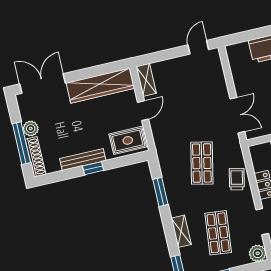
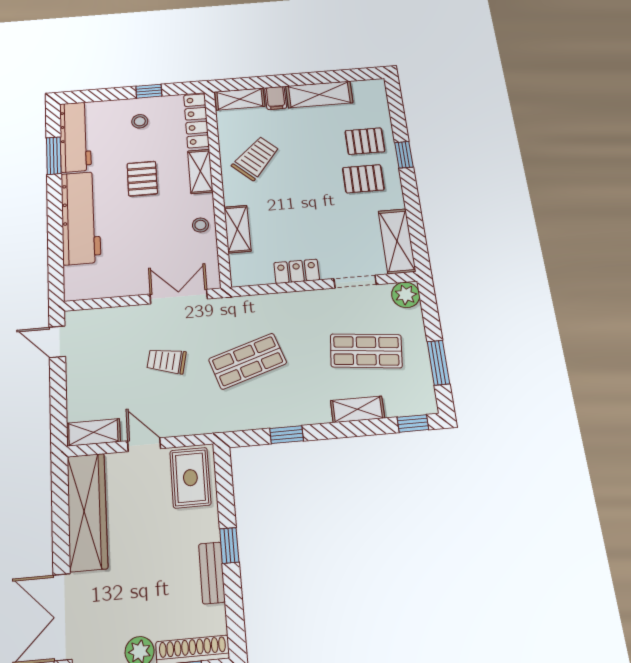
bench: (83, 159) -> (212, 573), width x0.73
shop shelf: (202, 163) -> (248, 361), turned -30
trolley: (237, 179) -> (167, 361), moved
window: (160, 192) -> (287, 435), width x0.67

